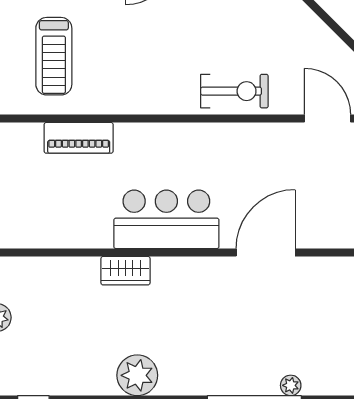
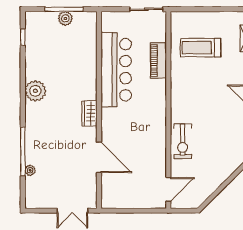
bar counter: (166, 219) -> (116, 70), moved, width x1.36
wardrobe: (125, 271) -> (90, 113), moved

